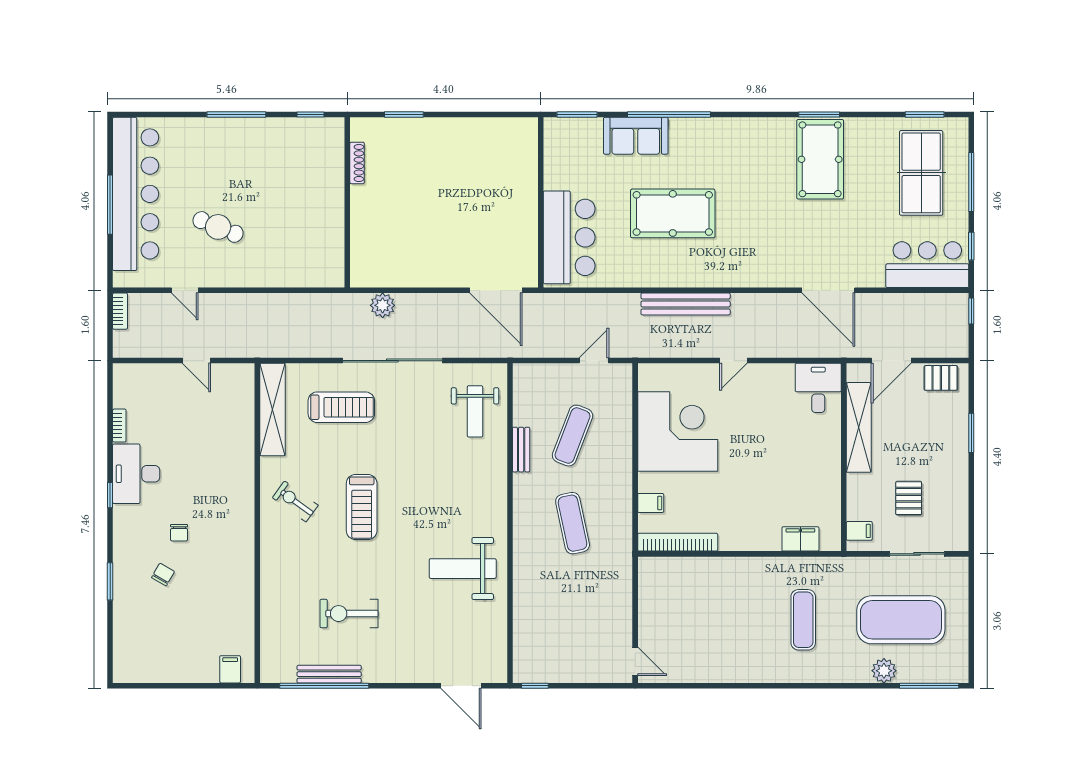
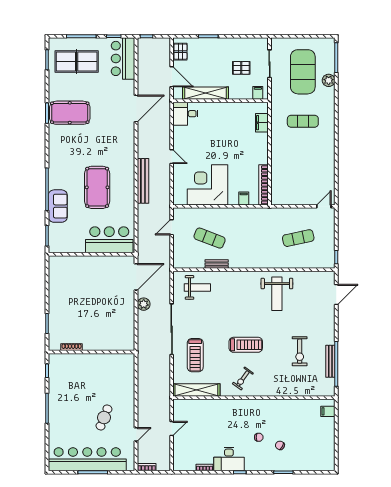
plant: (383, 305) -> (144, 304), moved
door: (594, 361) -> (172, 227), hinge flipped
treadmill: (341, 407) -> (195, 355), turned 180
exercise mat: (573, 523) -> (298, 238), moved

